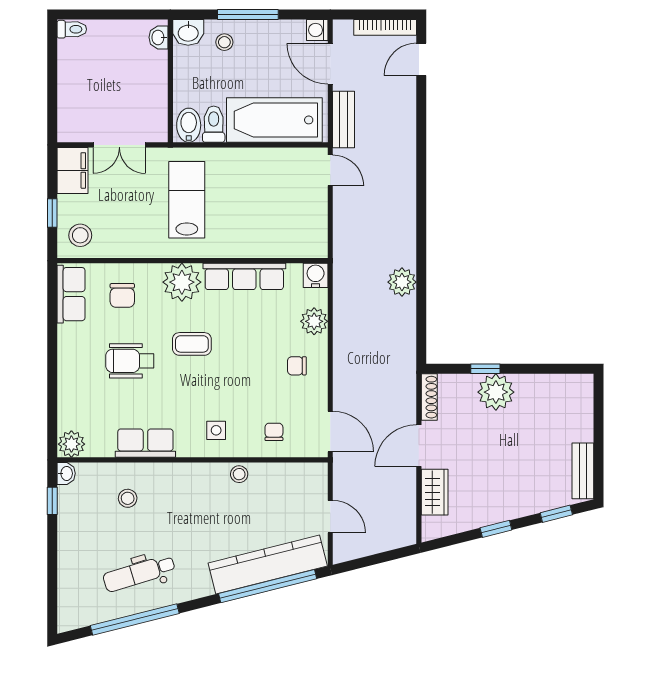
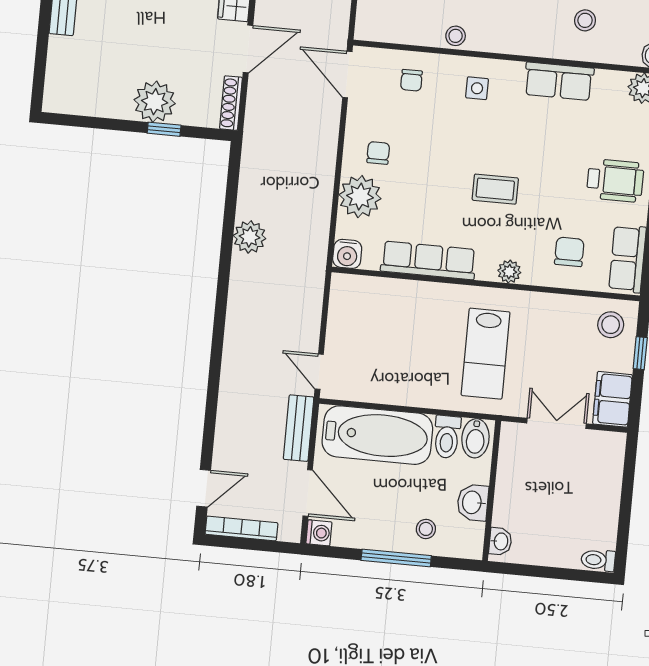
washbasin: (188, 32) -> (473, 502), moved, turned -90
plant: (182, 282) -> (509, 272), width x0.53, depth x0.53
plant: (314, 321) -> (360, 197), width x1.36, depth x1.36
wheelchair: (130, 361) -> (615, 180), moved
chair: (297, 366) -> (378, 153), turned -90

